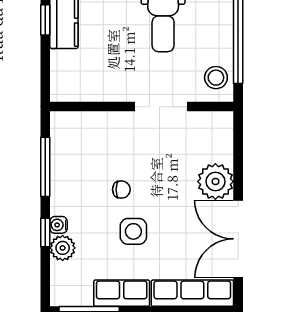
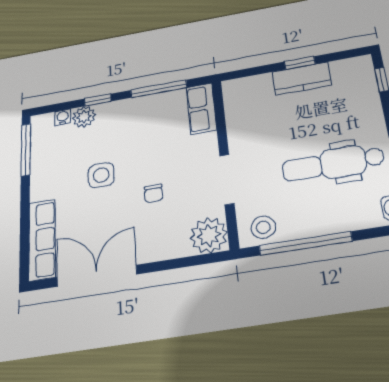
plant: (215, 182) -> (209, 235), moved
chair: (121, 190) -> (154, 193), moved
water cooler: (58, 225) -> (63, 117), moved
row of seats: (122, 293) -> (201, 108), moved, turned 180

